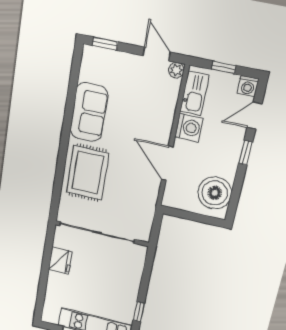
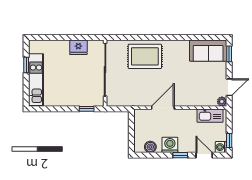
window: (224, 67) -> (229, 140), moved
sofa: (89, 112) -> (208, 51), moved
washing machine: (189, 127) -> (170, 145), moved, turned 180
boiler: (215, 193) -> (150, 147), width x0.54, depth x0.54
window: (139, 312) -> (87, 109), moved

